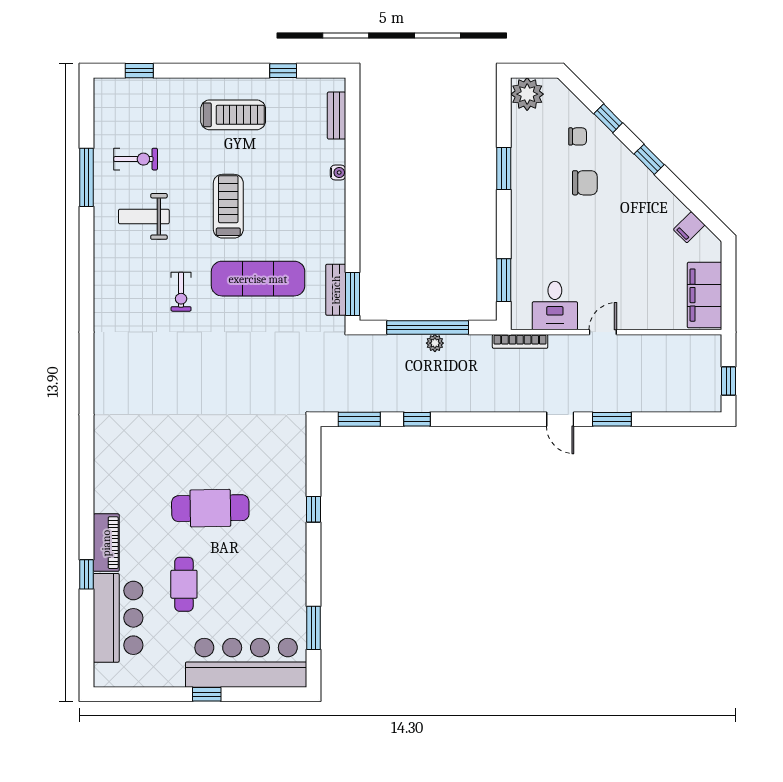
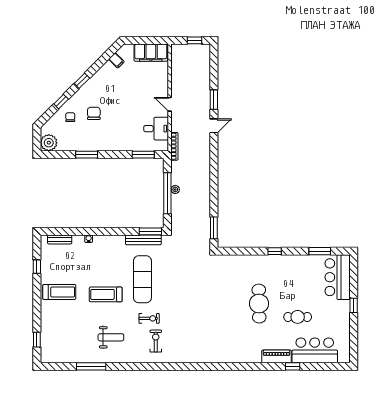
treadmill: (233, 115) -> (59, 292), turned 90
exercise bike: (136, 159) -> (156, 341), moved
weight bench: (144, 216) -> (111, 337), turned -90
bench: (336, 290) -> (143, 240), width x1.36
window: (417, 419) -> (214, 199), removed
window: (313, 509) -> (275, 251), moved
bar counter: (246, 663) -> (338, 277), width x0.73

